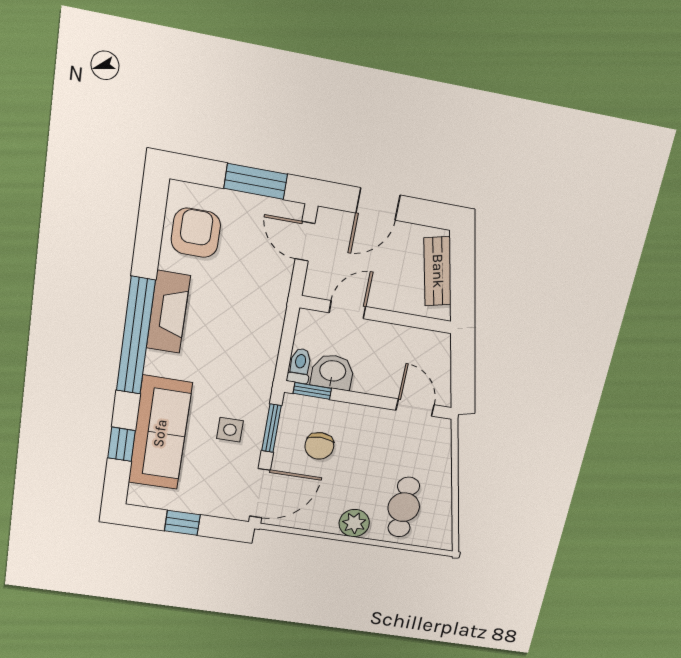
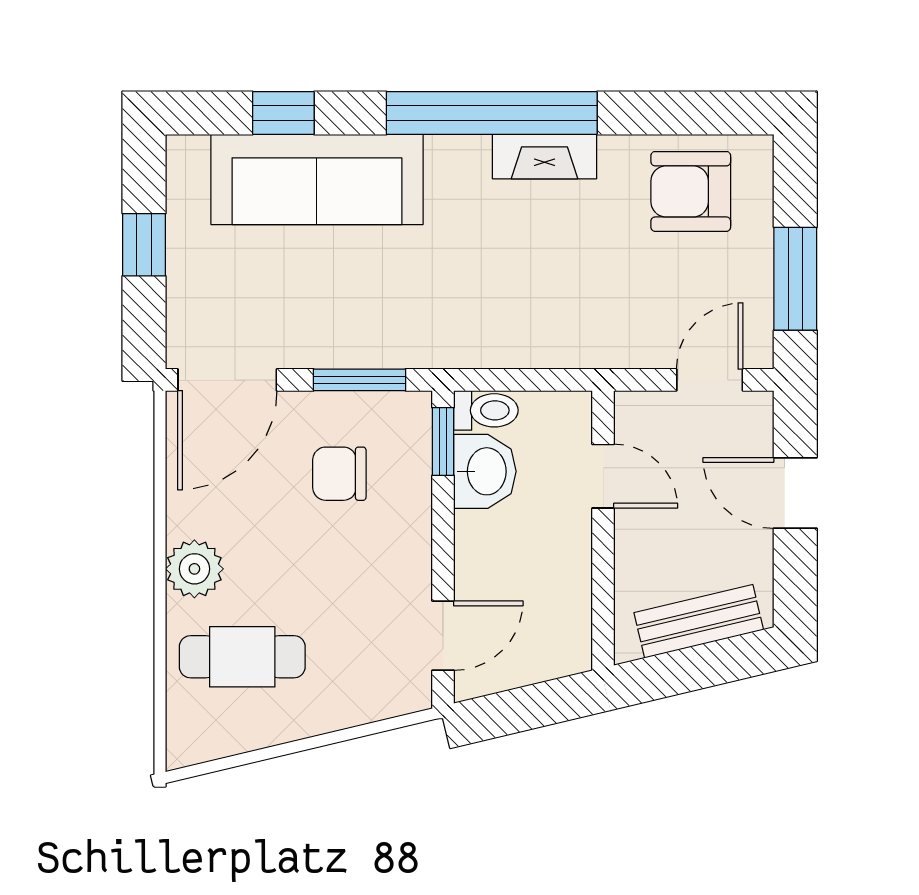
armchair: (196, 233) -> (691, 191), turned 180
fireplace: (168, 312) -> (544, 157), width x0.73, depth x0.76
side table: (230, 430) -> (344, 305), removed
door: (260, 493) -> (227, 380), hinge flipped

